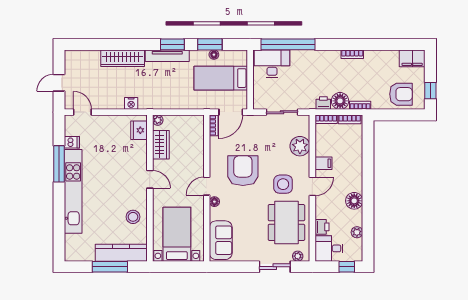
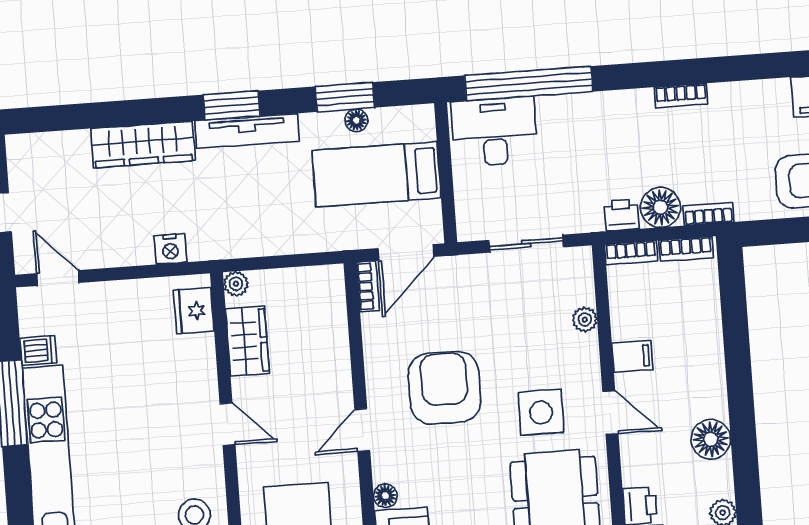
window: (172, 44) -> (232, 105), moved
plant: (300, 146) -> (585, 320), width x0.53, depth x0.53
door: (312, 186) -> (610, 413), hinge flipped
floor lamp: (214, 202) -> (385, 496), moved

